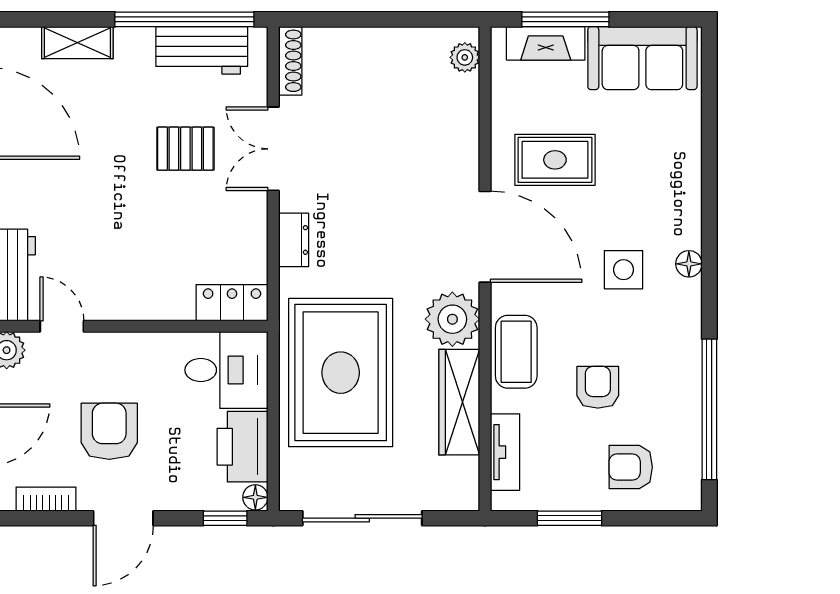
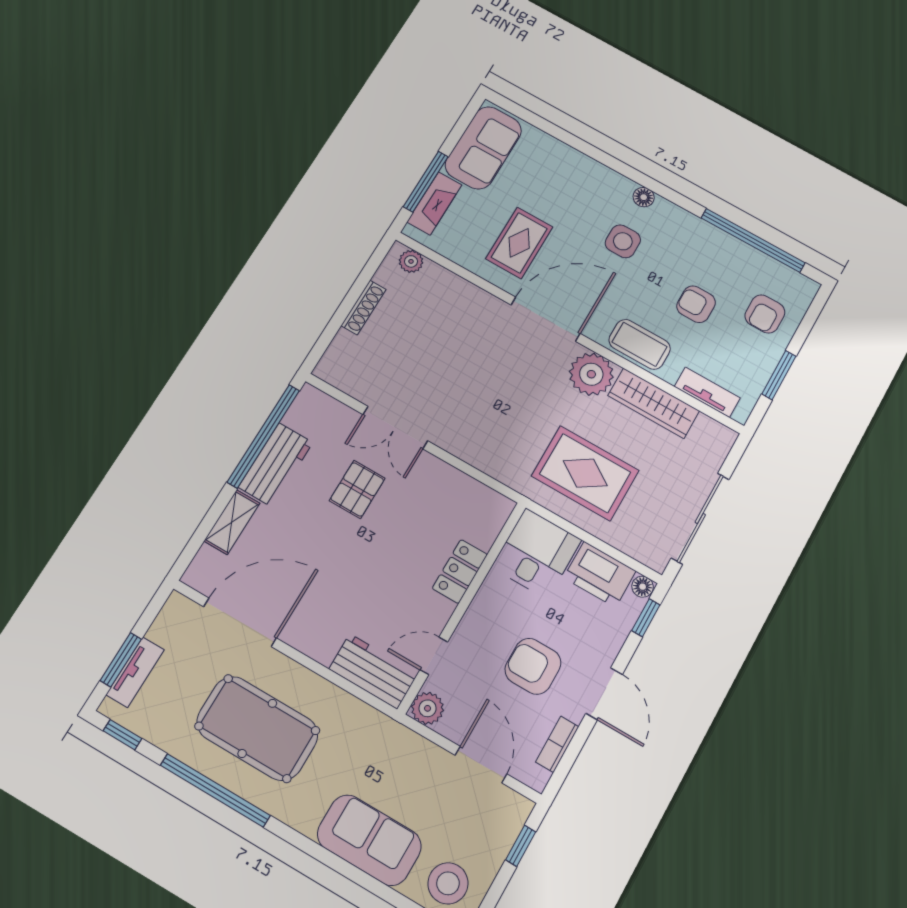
workbench: (202, 50) -> (276, 465), moved
shoe rack: (290, 61) -> (364, 307), moved, turned 90
dresser: (294, 240) -> (470, 451), removed
locker: (232, 303) -> (460, 571), moved
rug: (341, 373) -> (585, 473), width x0.73, depth x0.69

